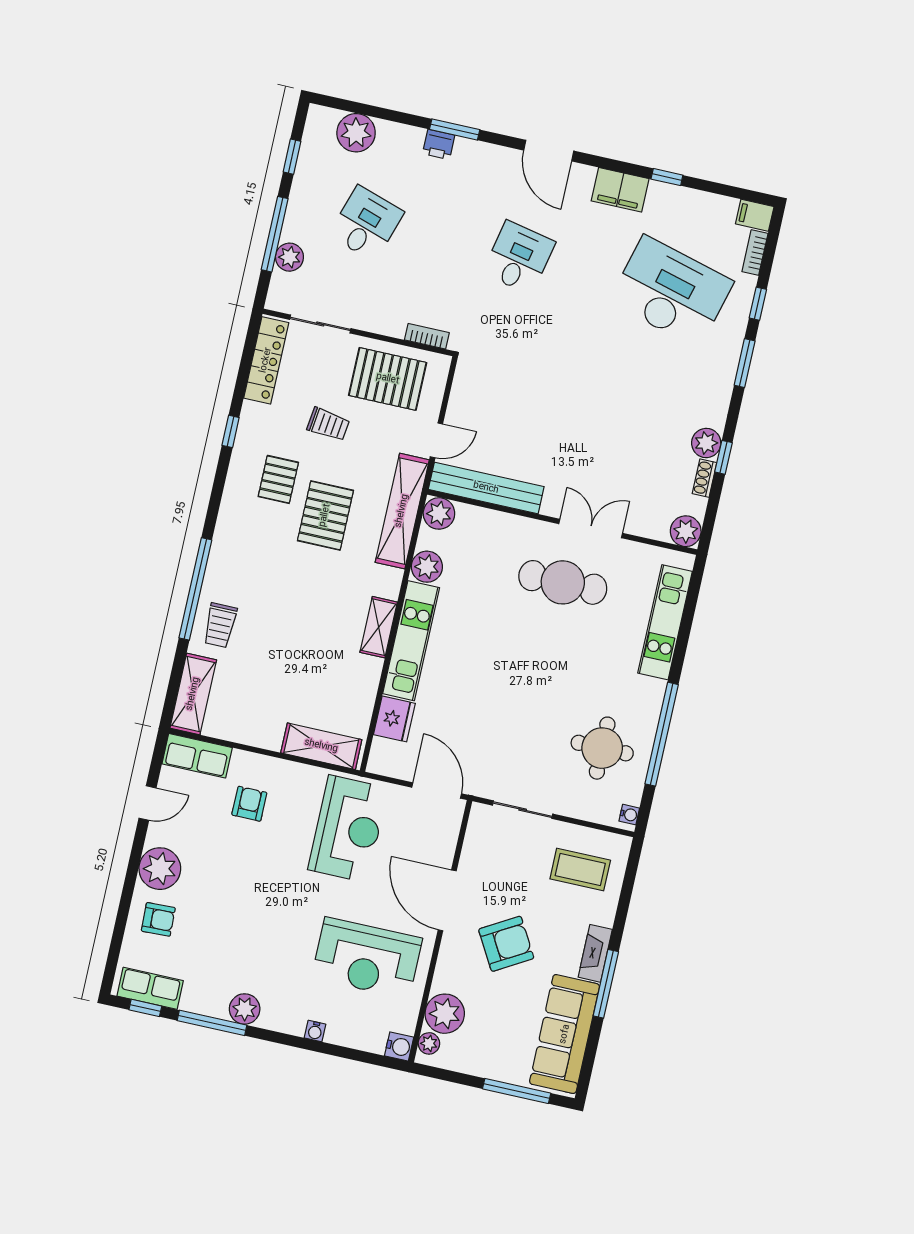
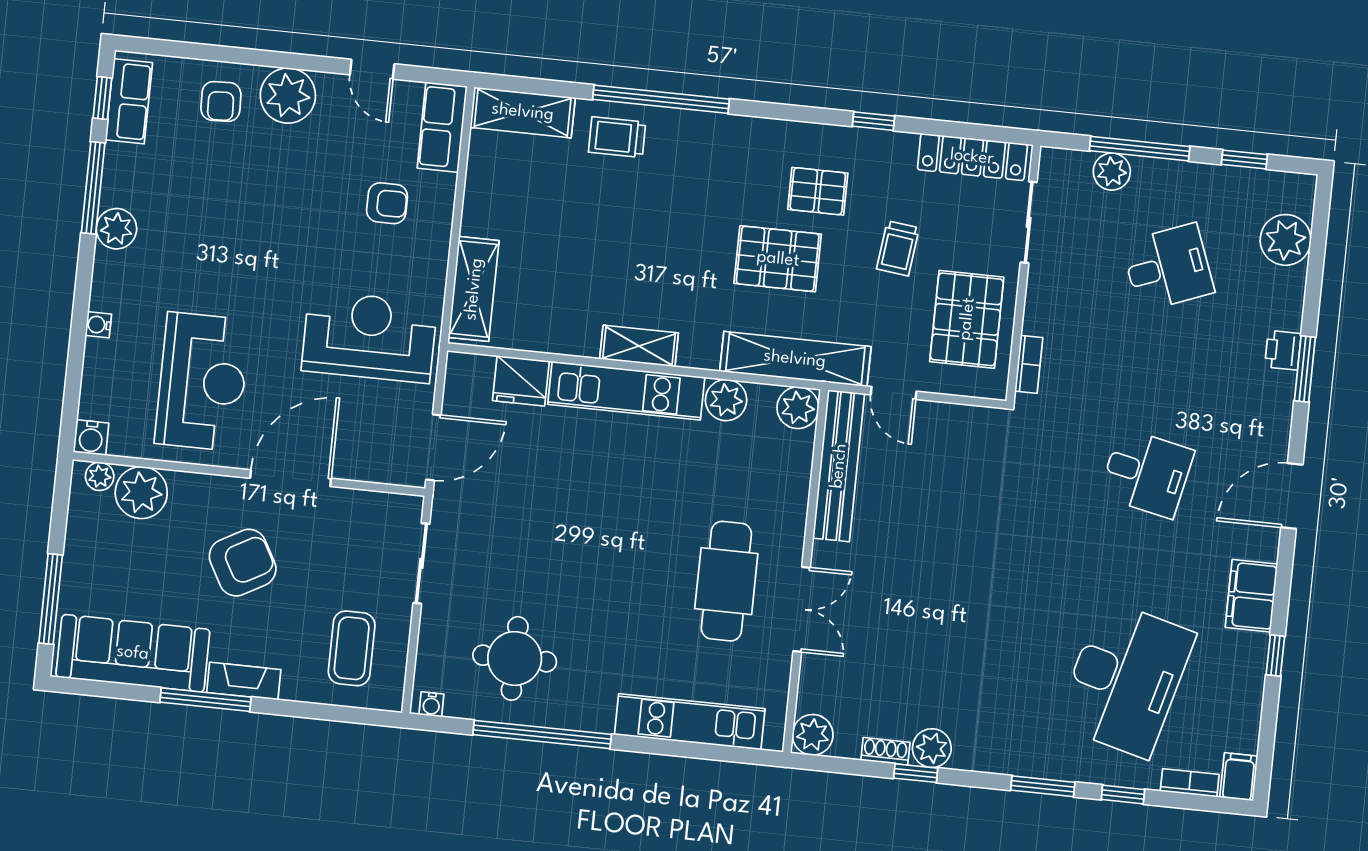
desk: (366, 223) -> (1168, 267), turned -39
reception desk: (348, 829) -> (369, 337), turned 180
armchair: (506, 944) -> (243, 563), turned -89
reception desk: (367, 958) -> (202, 382), turned 180

